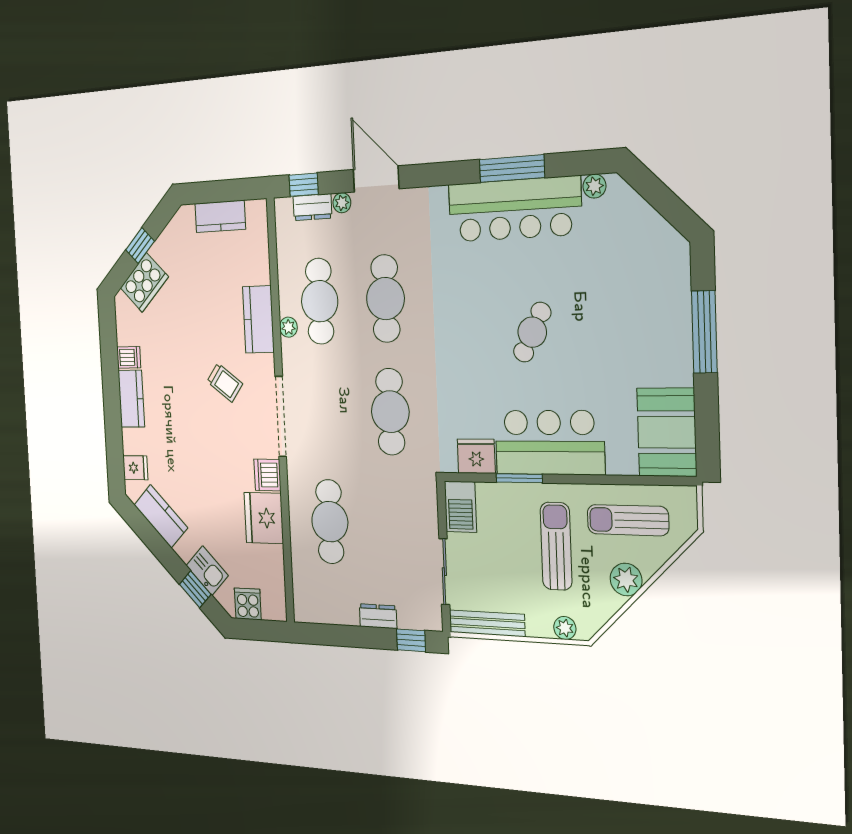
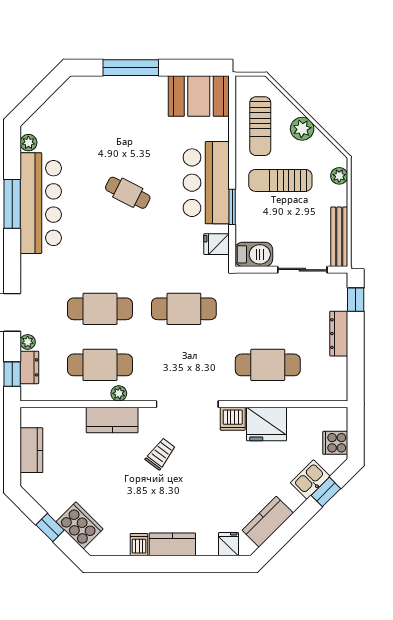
fridge: (476, 456) -> (217, 244), width x0.72
dresser: (378, 616) -> (339, 334), width x1.44

